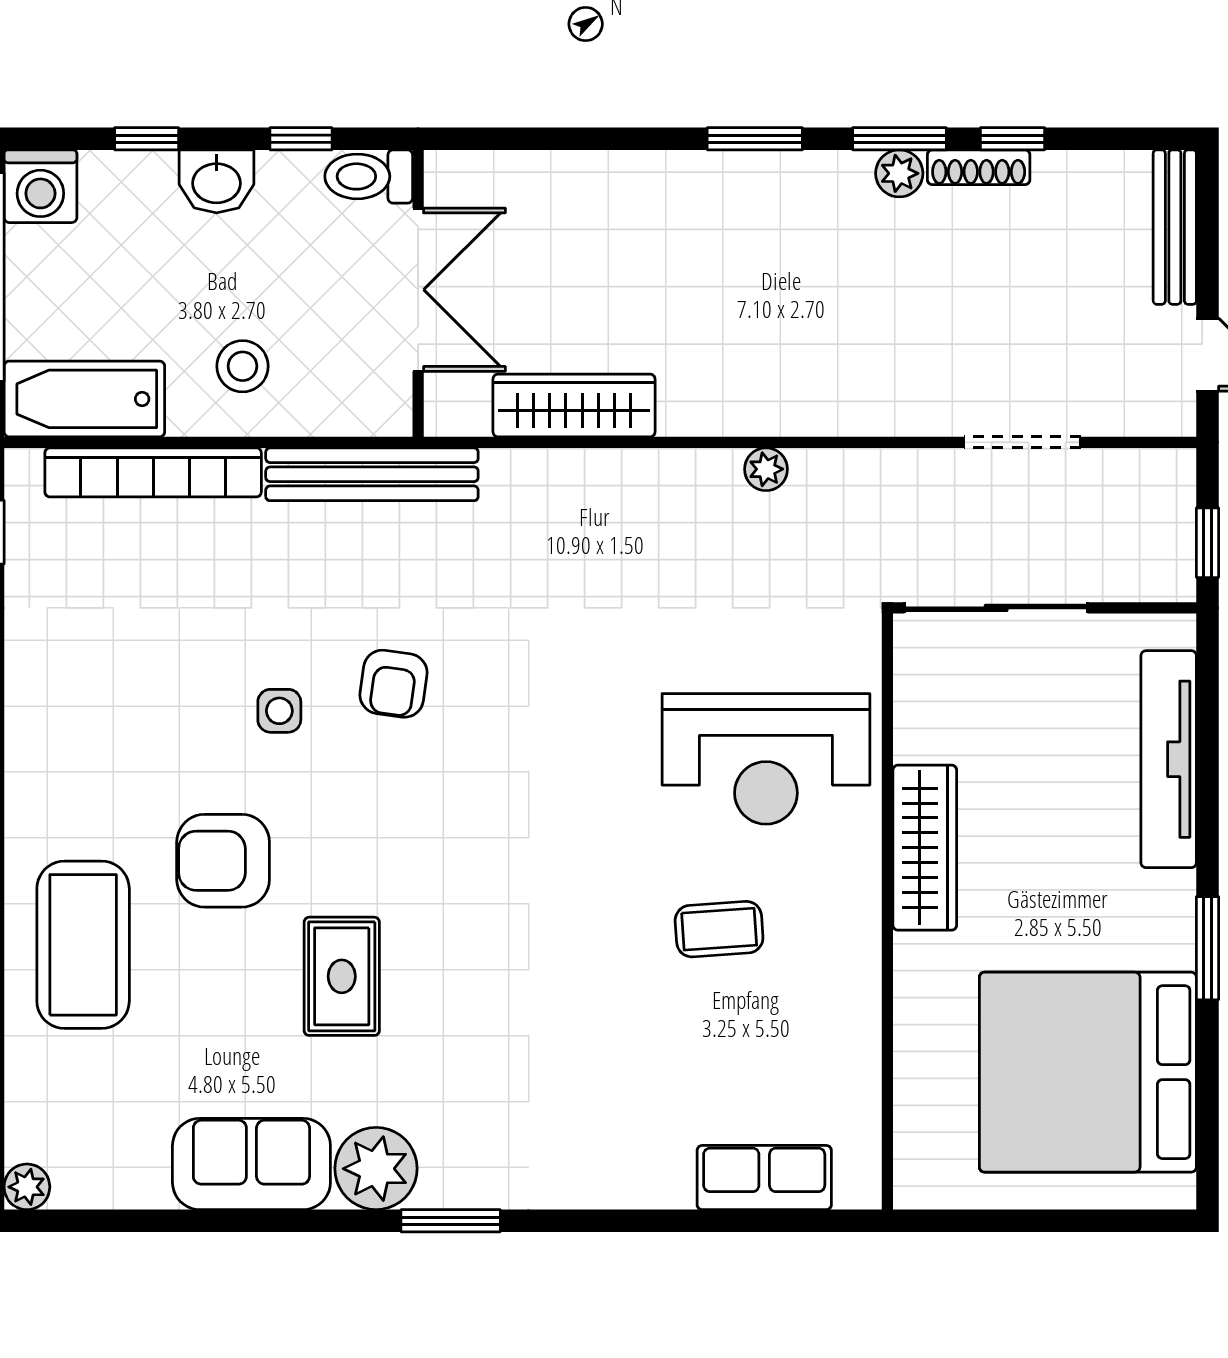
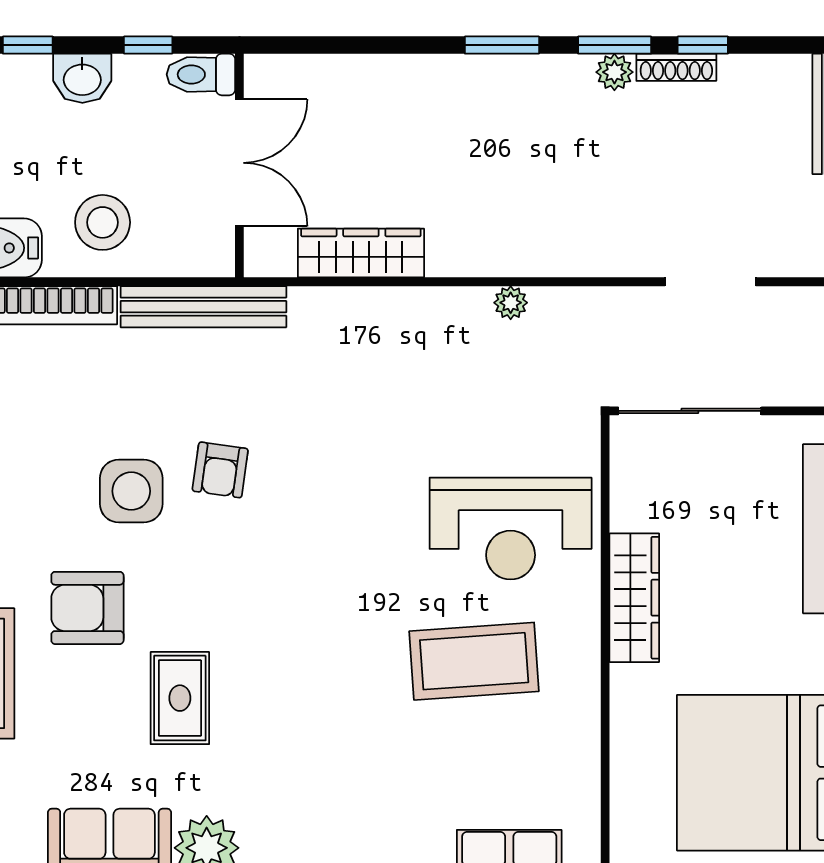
stool: (243, 366) -> (103, 222), width x1.38, depth x1.38
side table: (279, 711) -> (131, 491), width x1.87, depth x1.87
coffee table: (719, 929) -> (474, 661), width x1.86, depth x1.72

